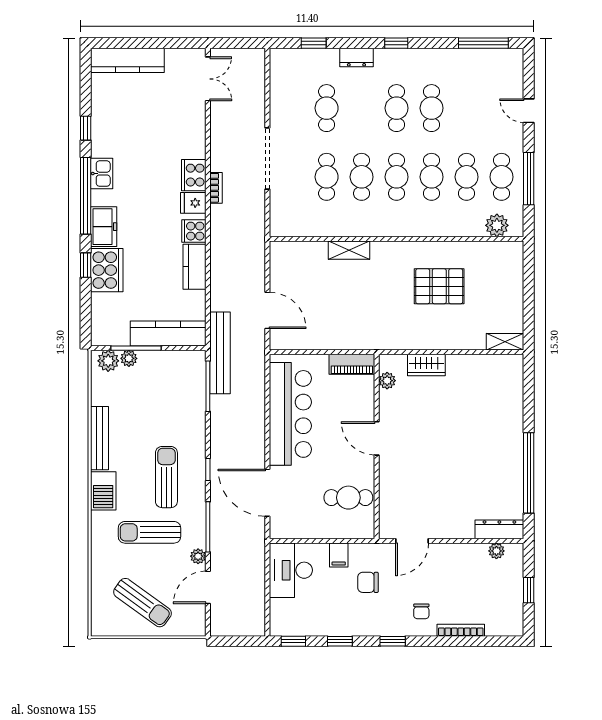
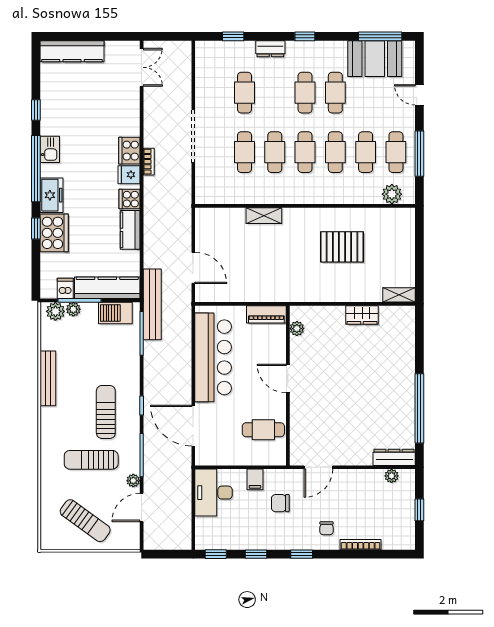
booth: (477, 69) -> (375, 59), added
dishwasher: (120, 334) -> (65, 288), added
wardrobe: (426, 365) -> (362, 315), moved
barbecue: (103, 491) -> (115, 313), moved, turned 90

